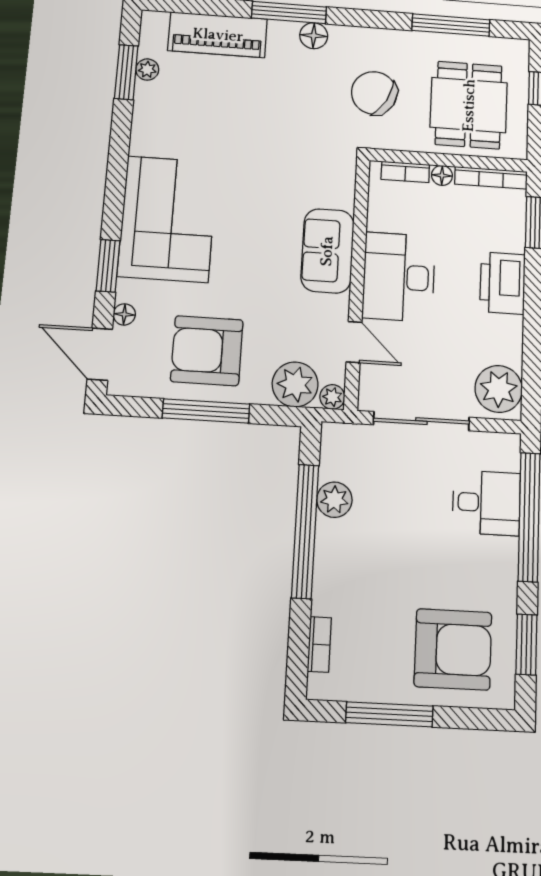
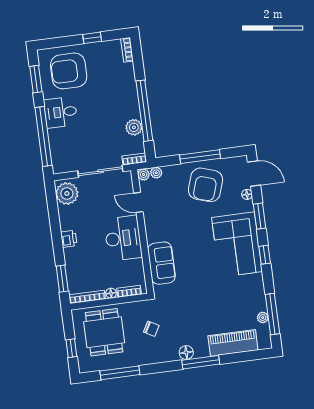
window: (126, 72) -> (272, 314), width x1.44
chair: (374, 93) -> (151, 329), width x0.54, depth x0.54
window: (115, 188) -> (265, 255), added
sofa: (327, 251) -> (161, 263), moved
printer: (503, 283) -> (69, 239), width x0.53, depth x0.68
armchair: (207, 351) -> (206, 185), turned 108
plant: (295, 384) -> (156, 173), width x0.53, depth x0.53
bookcase: (346, 433) -> (134, 159), added
desk: (486, 503) -> (61, 112), moved
bookcase: (319, 644) -> (127, 50), moved
window: (389, 714) -> (92, 38), width x0.46

